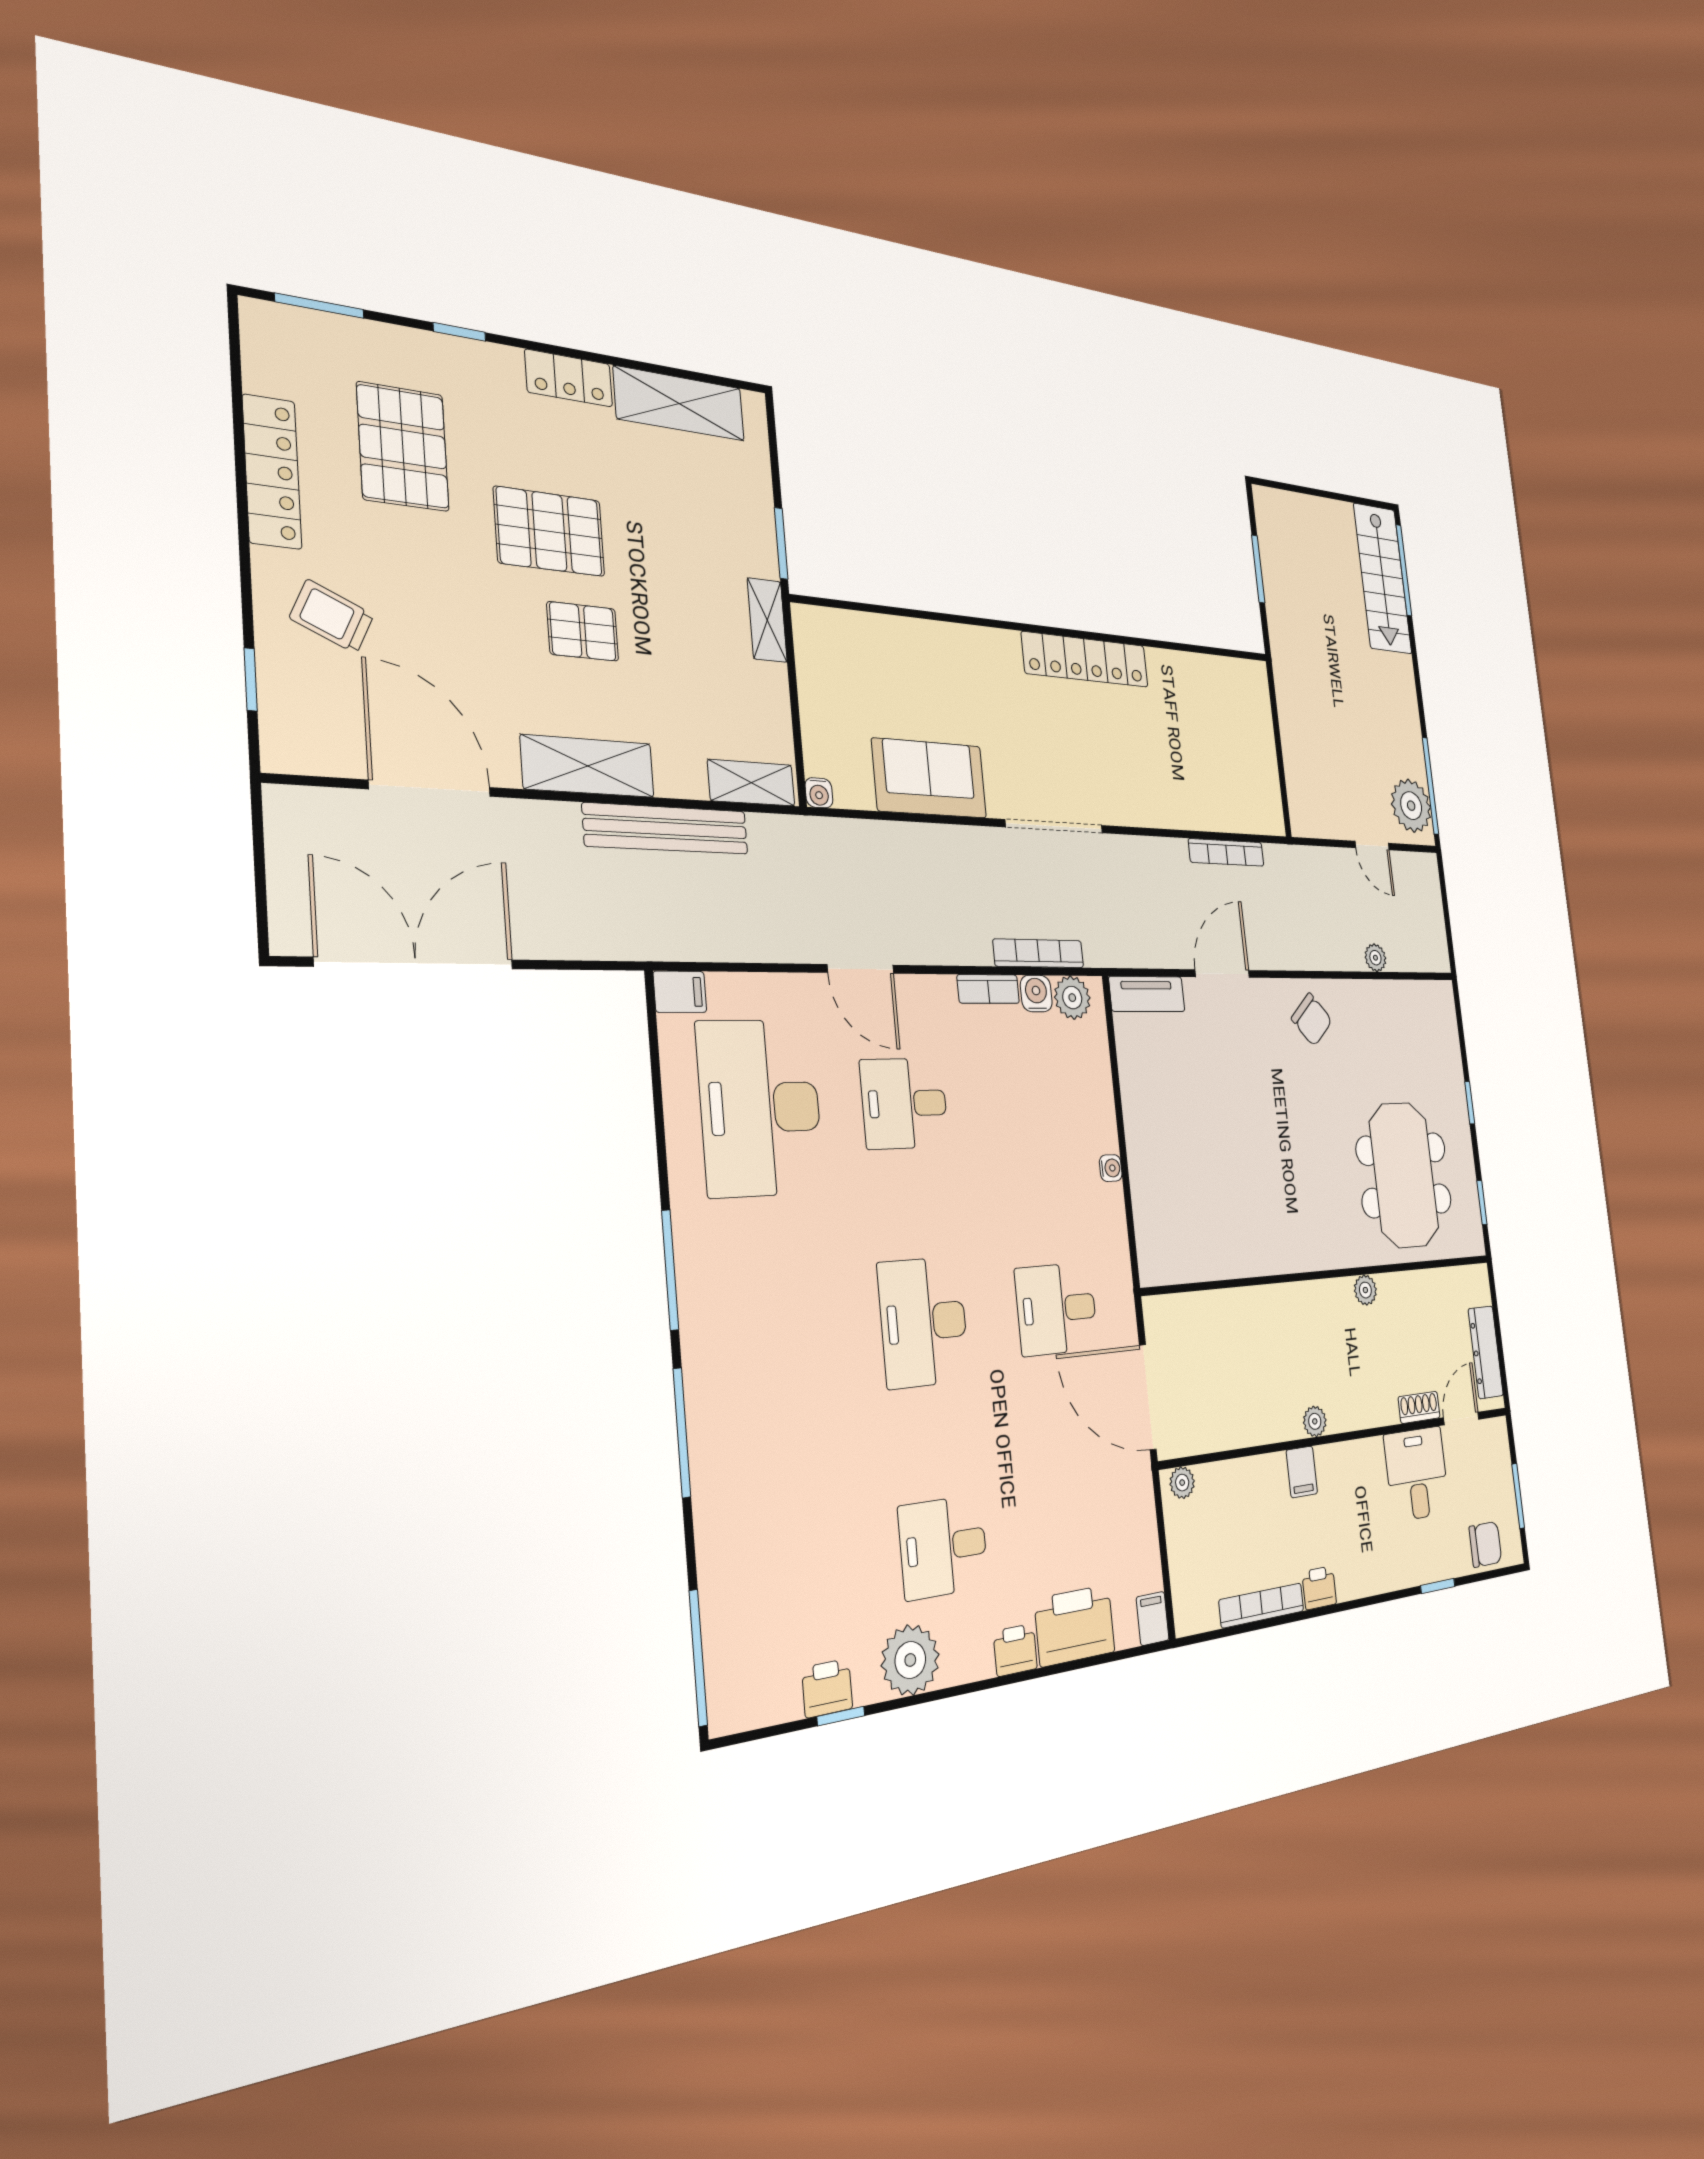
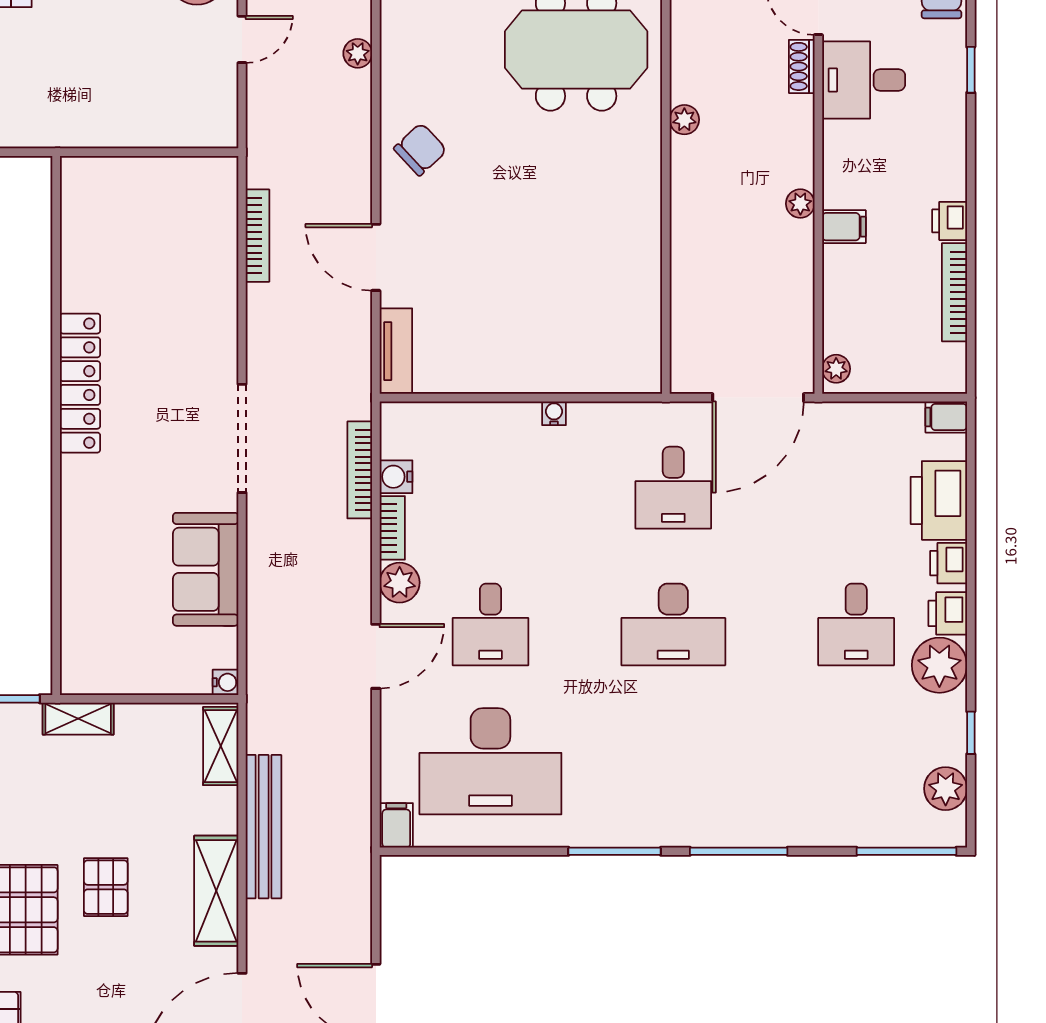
plant: (1072, 998) -> (400, 583), moved
printer: (827, 1688) -> (948, 613), moved
plant: (775, 1696) -> (946, 789), added

